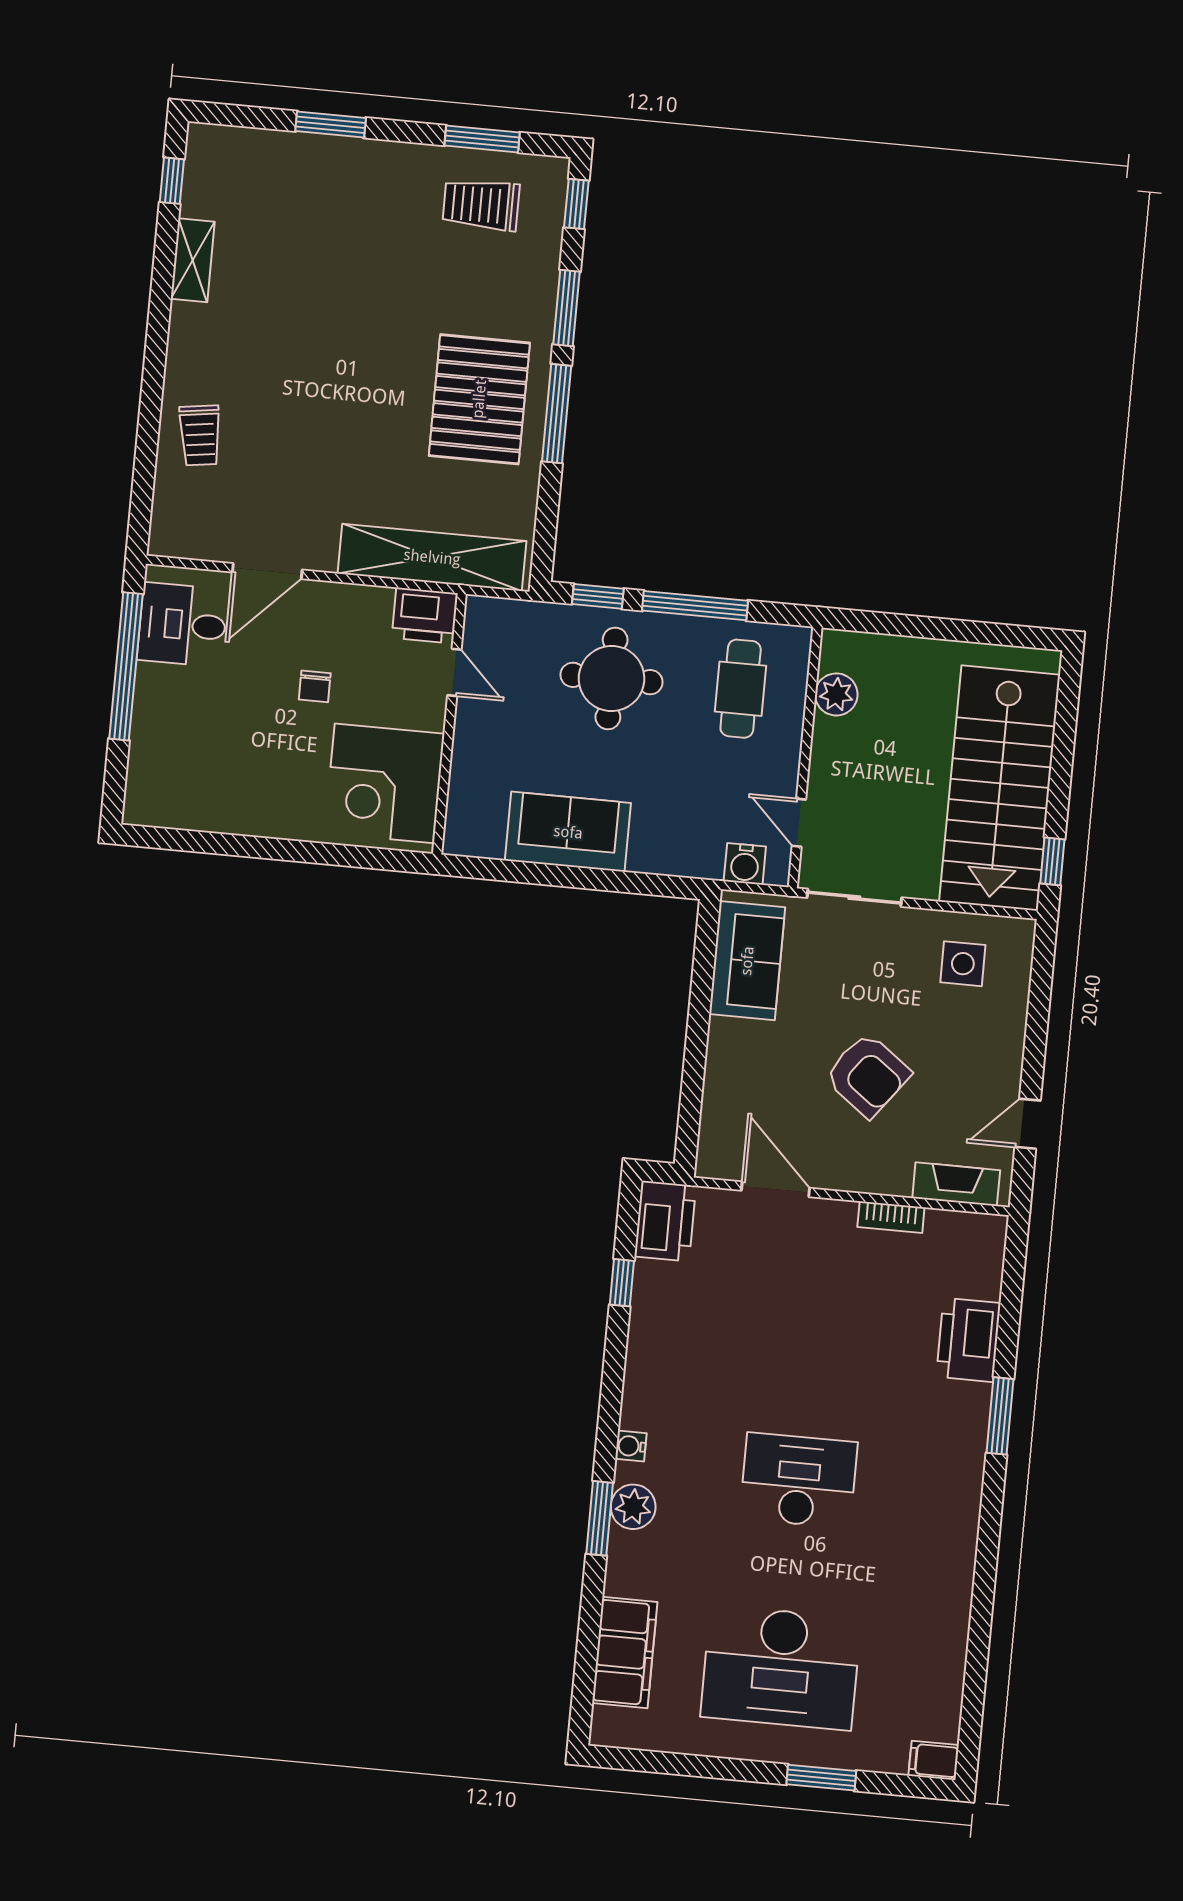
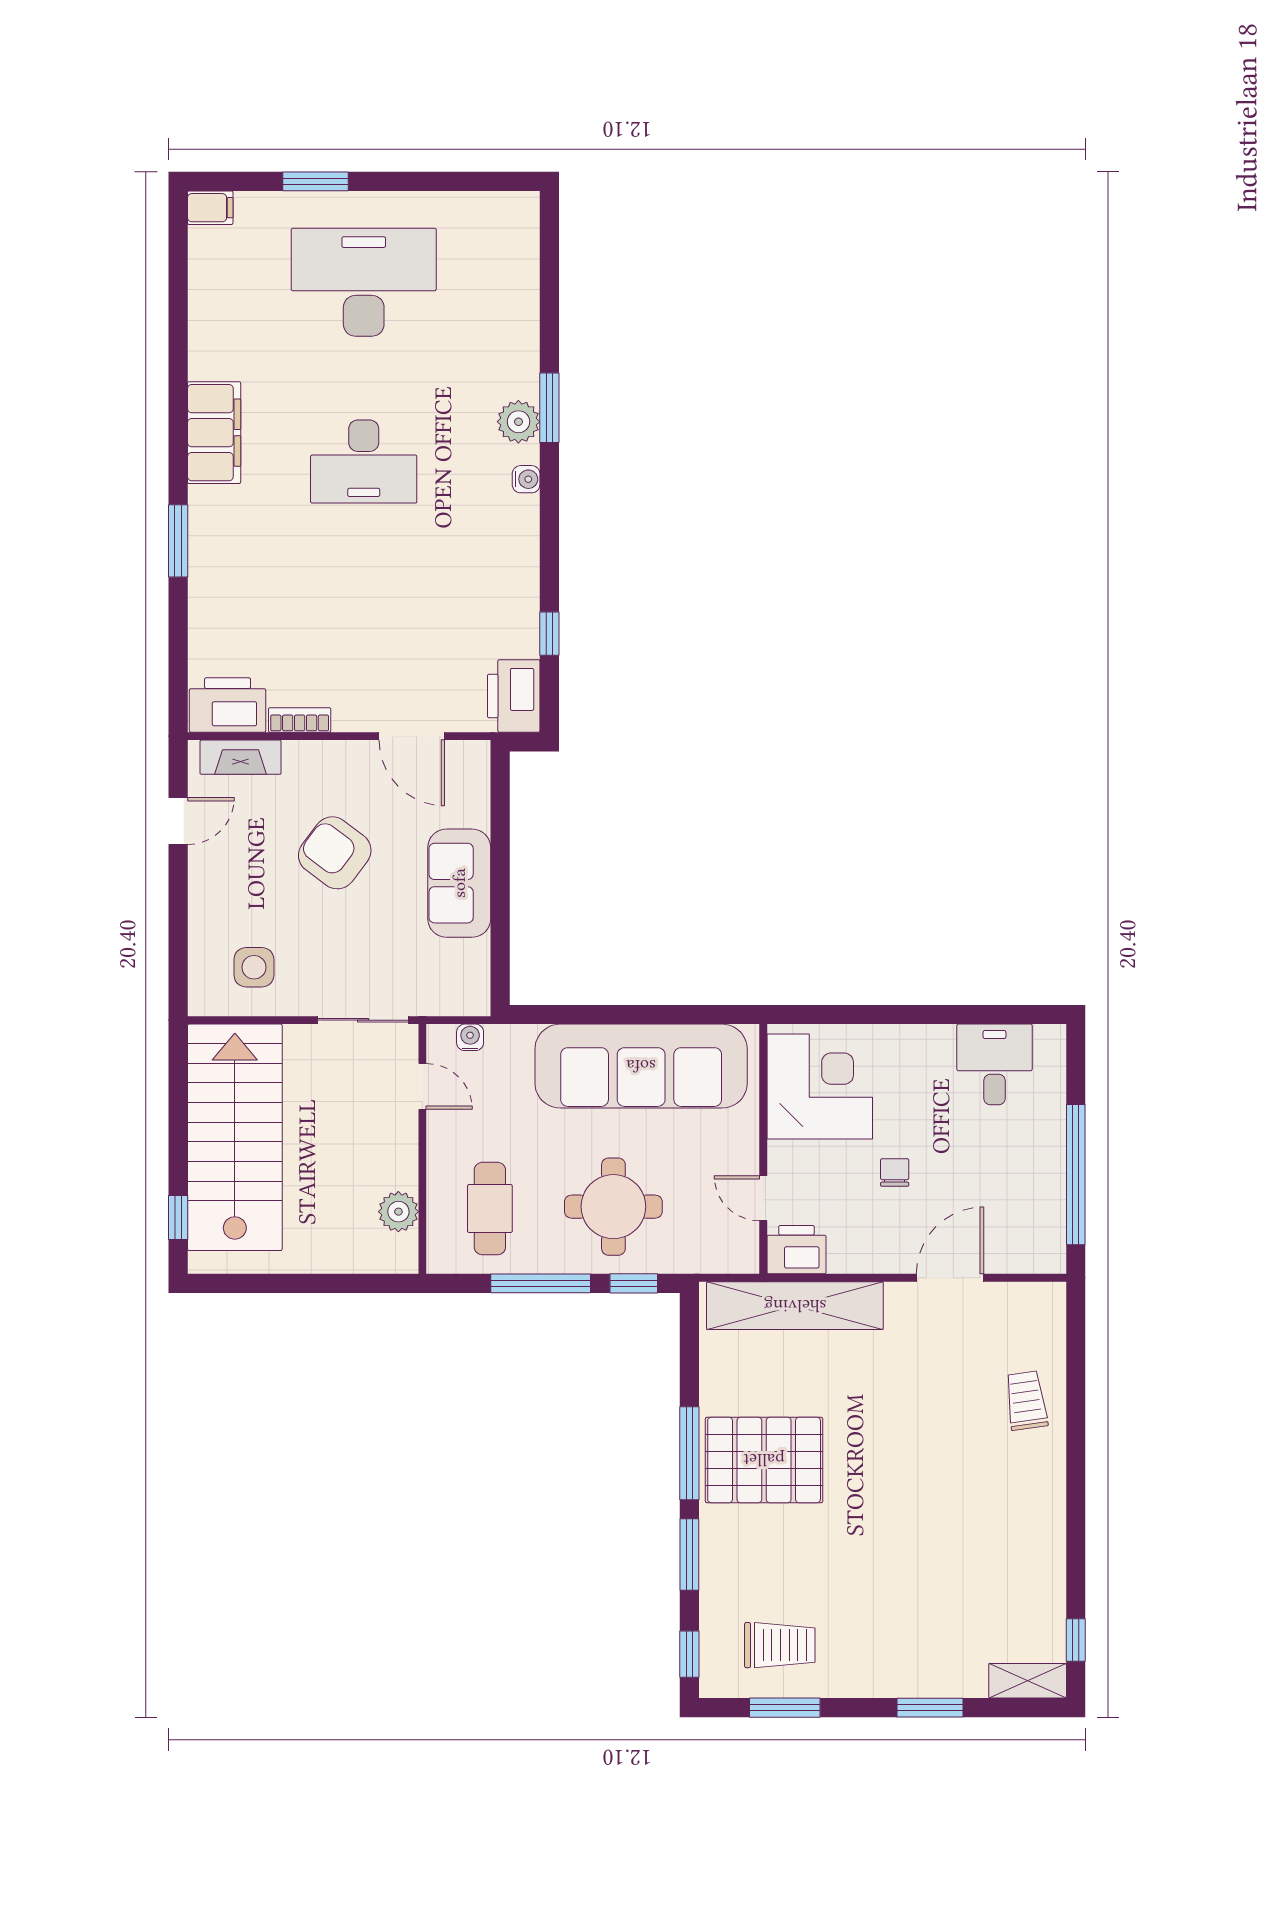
shelving: (193, 260) -> (1028, 1681), moved, turned 90
pallet: (479, 399) -> (764, 1460), turned 90
desk: (182, 625) -> (994, 1064), moved, turned -90
sofa: (568, 832) -> (641, 1066), width x1.85, depth x1.27
window: (1052, 861) -> (178, 1217), moved
water cooler: (745, 864) -> (470, 1037), width x0.72, depth x0.72
sofa: (747, 961) -> (459, 883), moved
printer: (968, 1340) -> (228, 705), moved, turned -90
filing cabinet: (625, 1652) -> (214, 433), moved, turned 180

